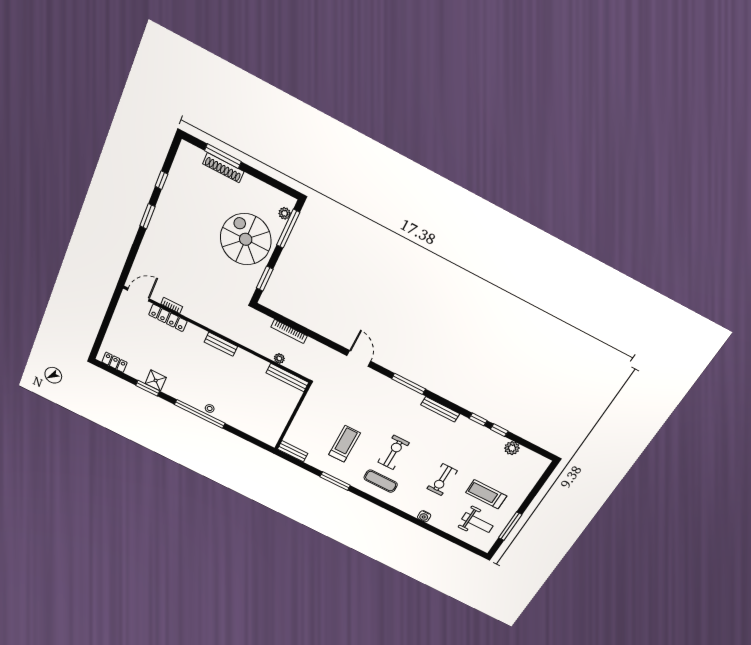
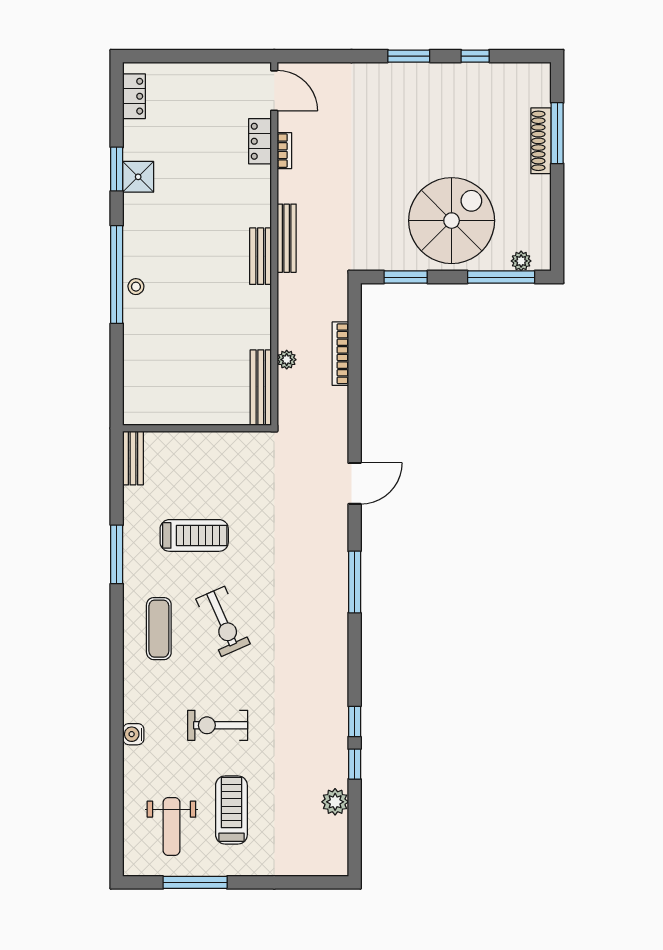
locker: (168, 318) -> (260, 141), width x0.66
bench: (440, 409) -> (287, 238), moved
exercise bike: (393, 452) -> (223, 621), turned 66

